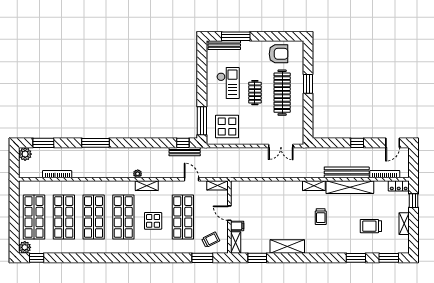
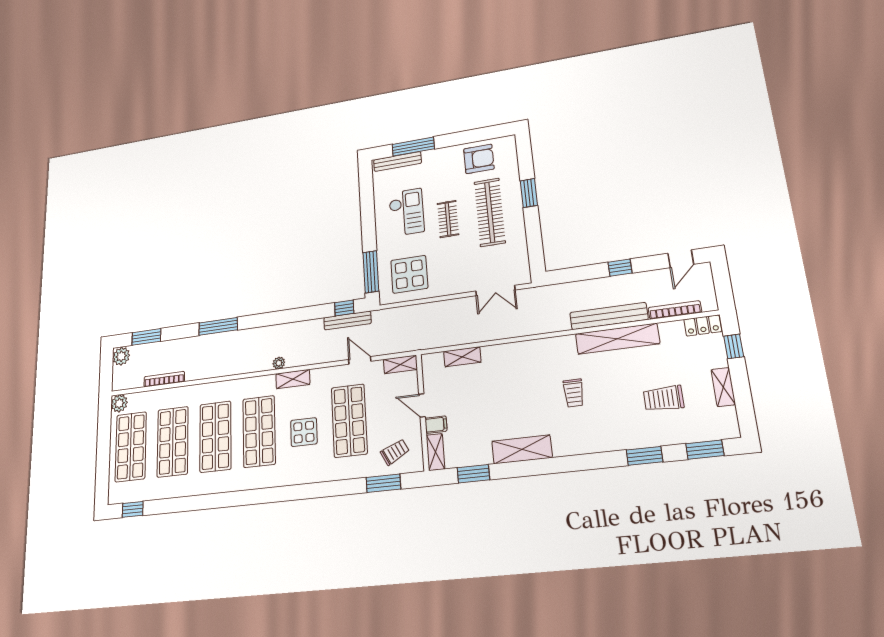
shelving: (314, 186) -> (462, 357), moved
plant: (25, 247) -> (119, 403), moved

